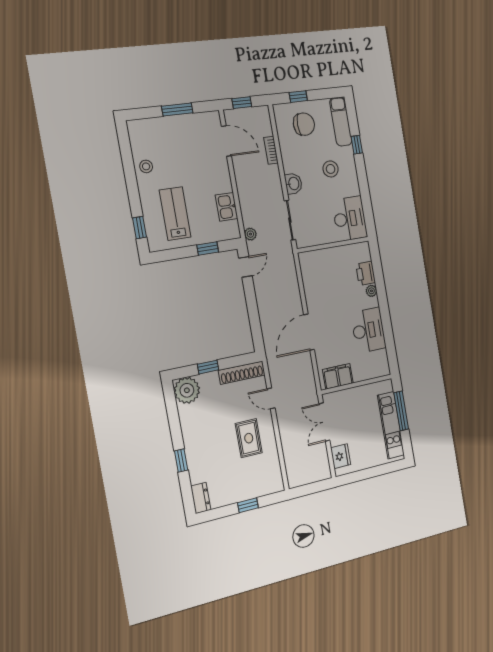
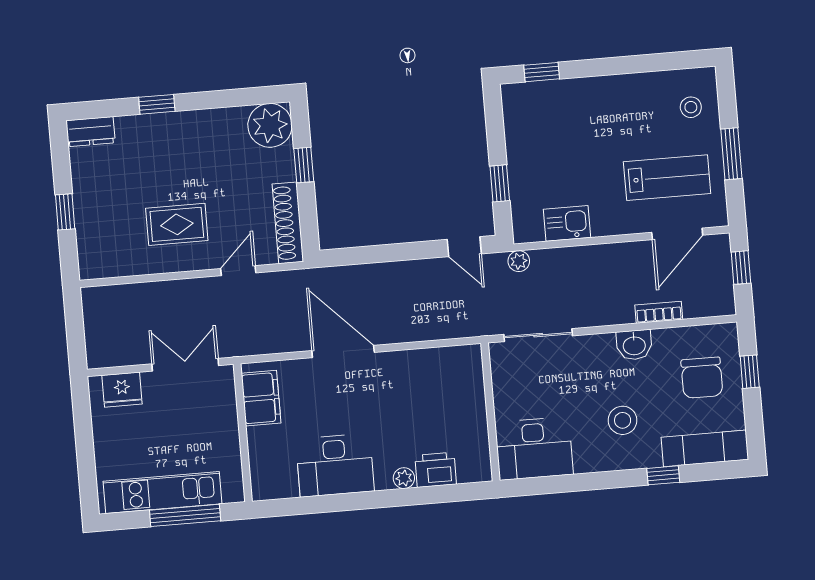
stool: (146, 166) -> (691, 107), moved
washbasin: (293, 184) -> (634, 345), moved
lab bench: (175, 214) -> (667, 178), moved

